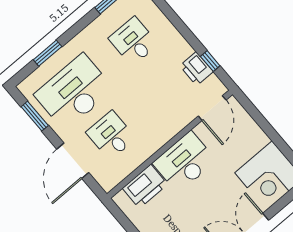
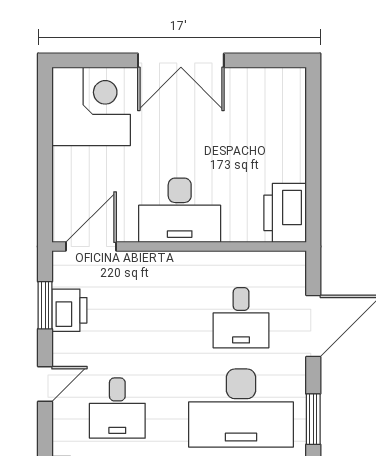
door: (178, 23) -> (45, 384), added
window: (210, 61) -> (45, 305), width x1.50
printer: (145, 186) -> (285, 213), moved, turned -90

